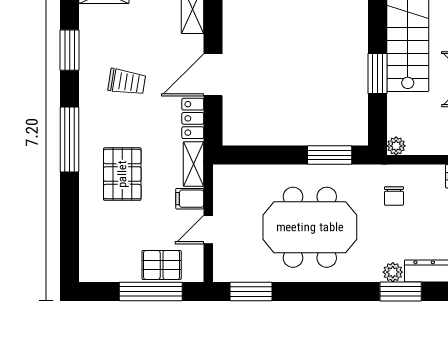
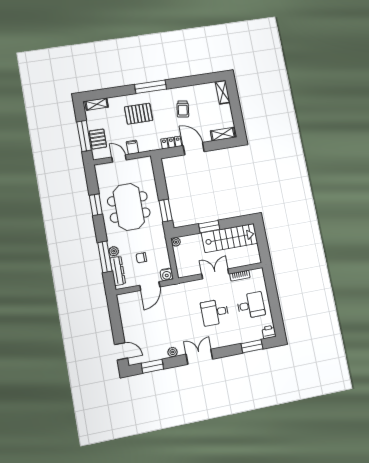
window: (70, 50) -> (193, 80), removed
shelving: (193, 164) -> (97, 104), moved
chair: (394, 196) -> (141, 258), moved
window: (251, 291) -> (96, 205), moved
window: (401, 291) -> (105, 257), width x1.44

